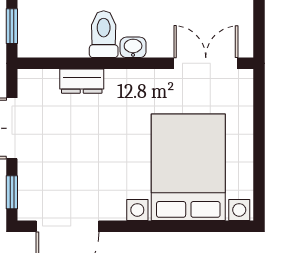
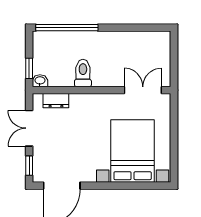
washbasin: (133, 47) -> (40, 81), moved
dresser: (82, 81) -> (56, 101), moved

